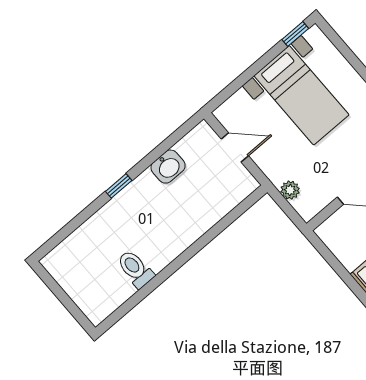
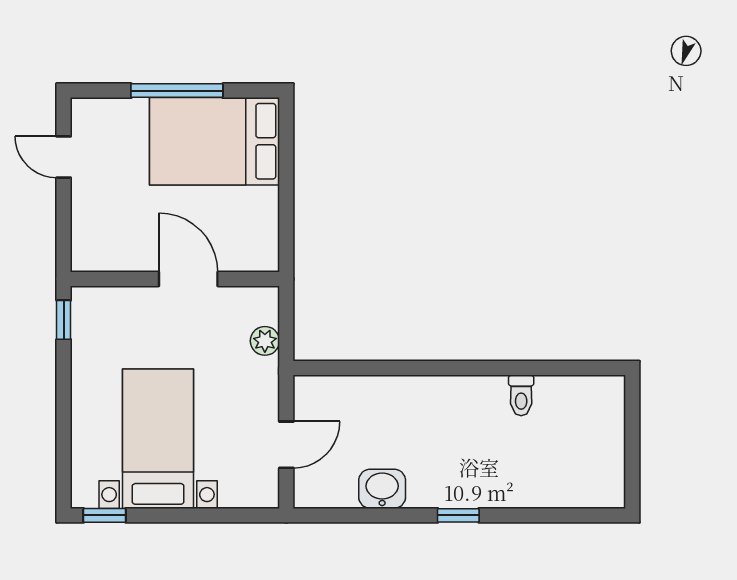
door: (235, 147) -> (286, 445), swing flipped
toilet: (135, 269) -> (521, 395), width x0.73, depth x0.72

